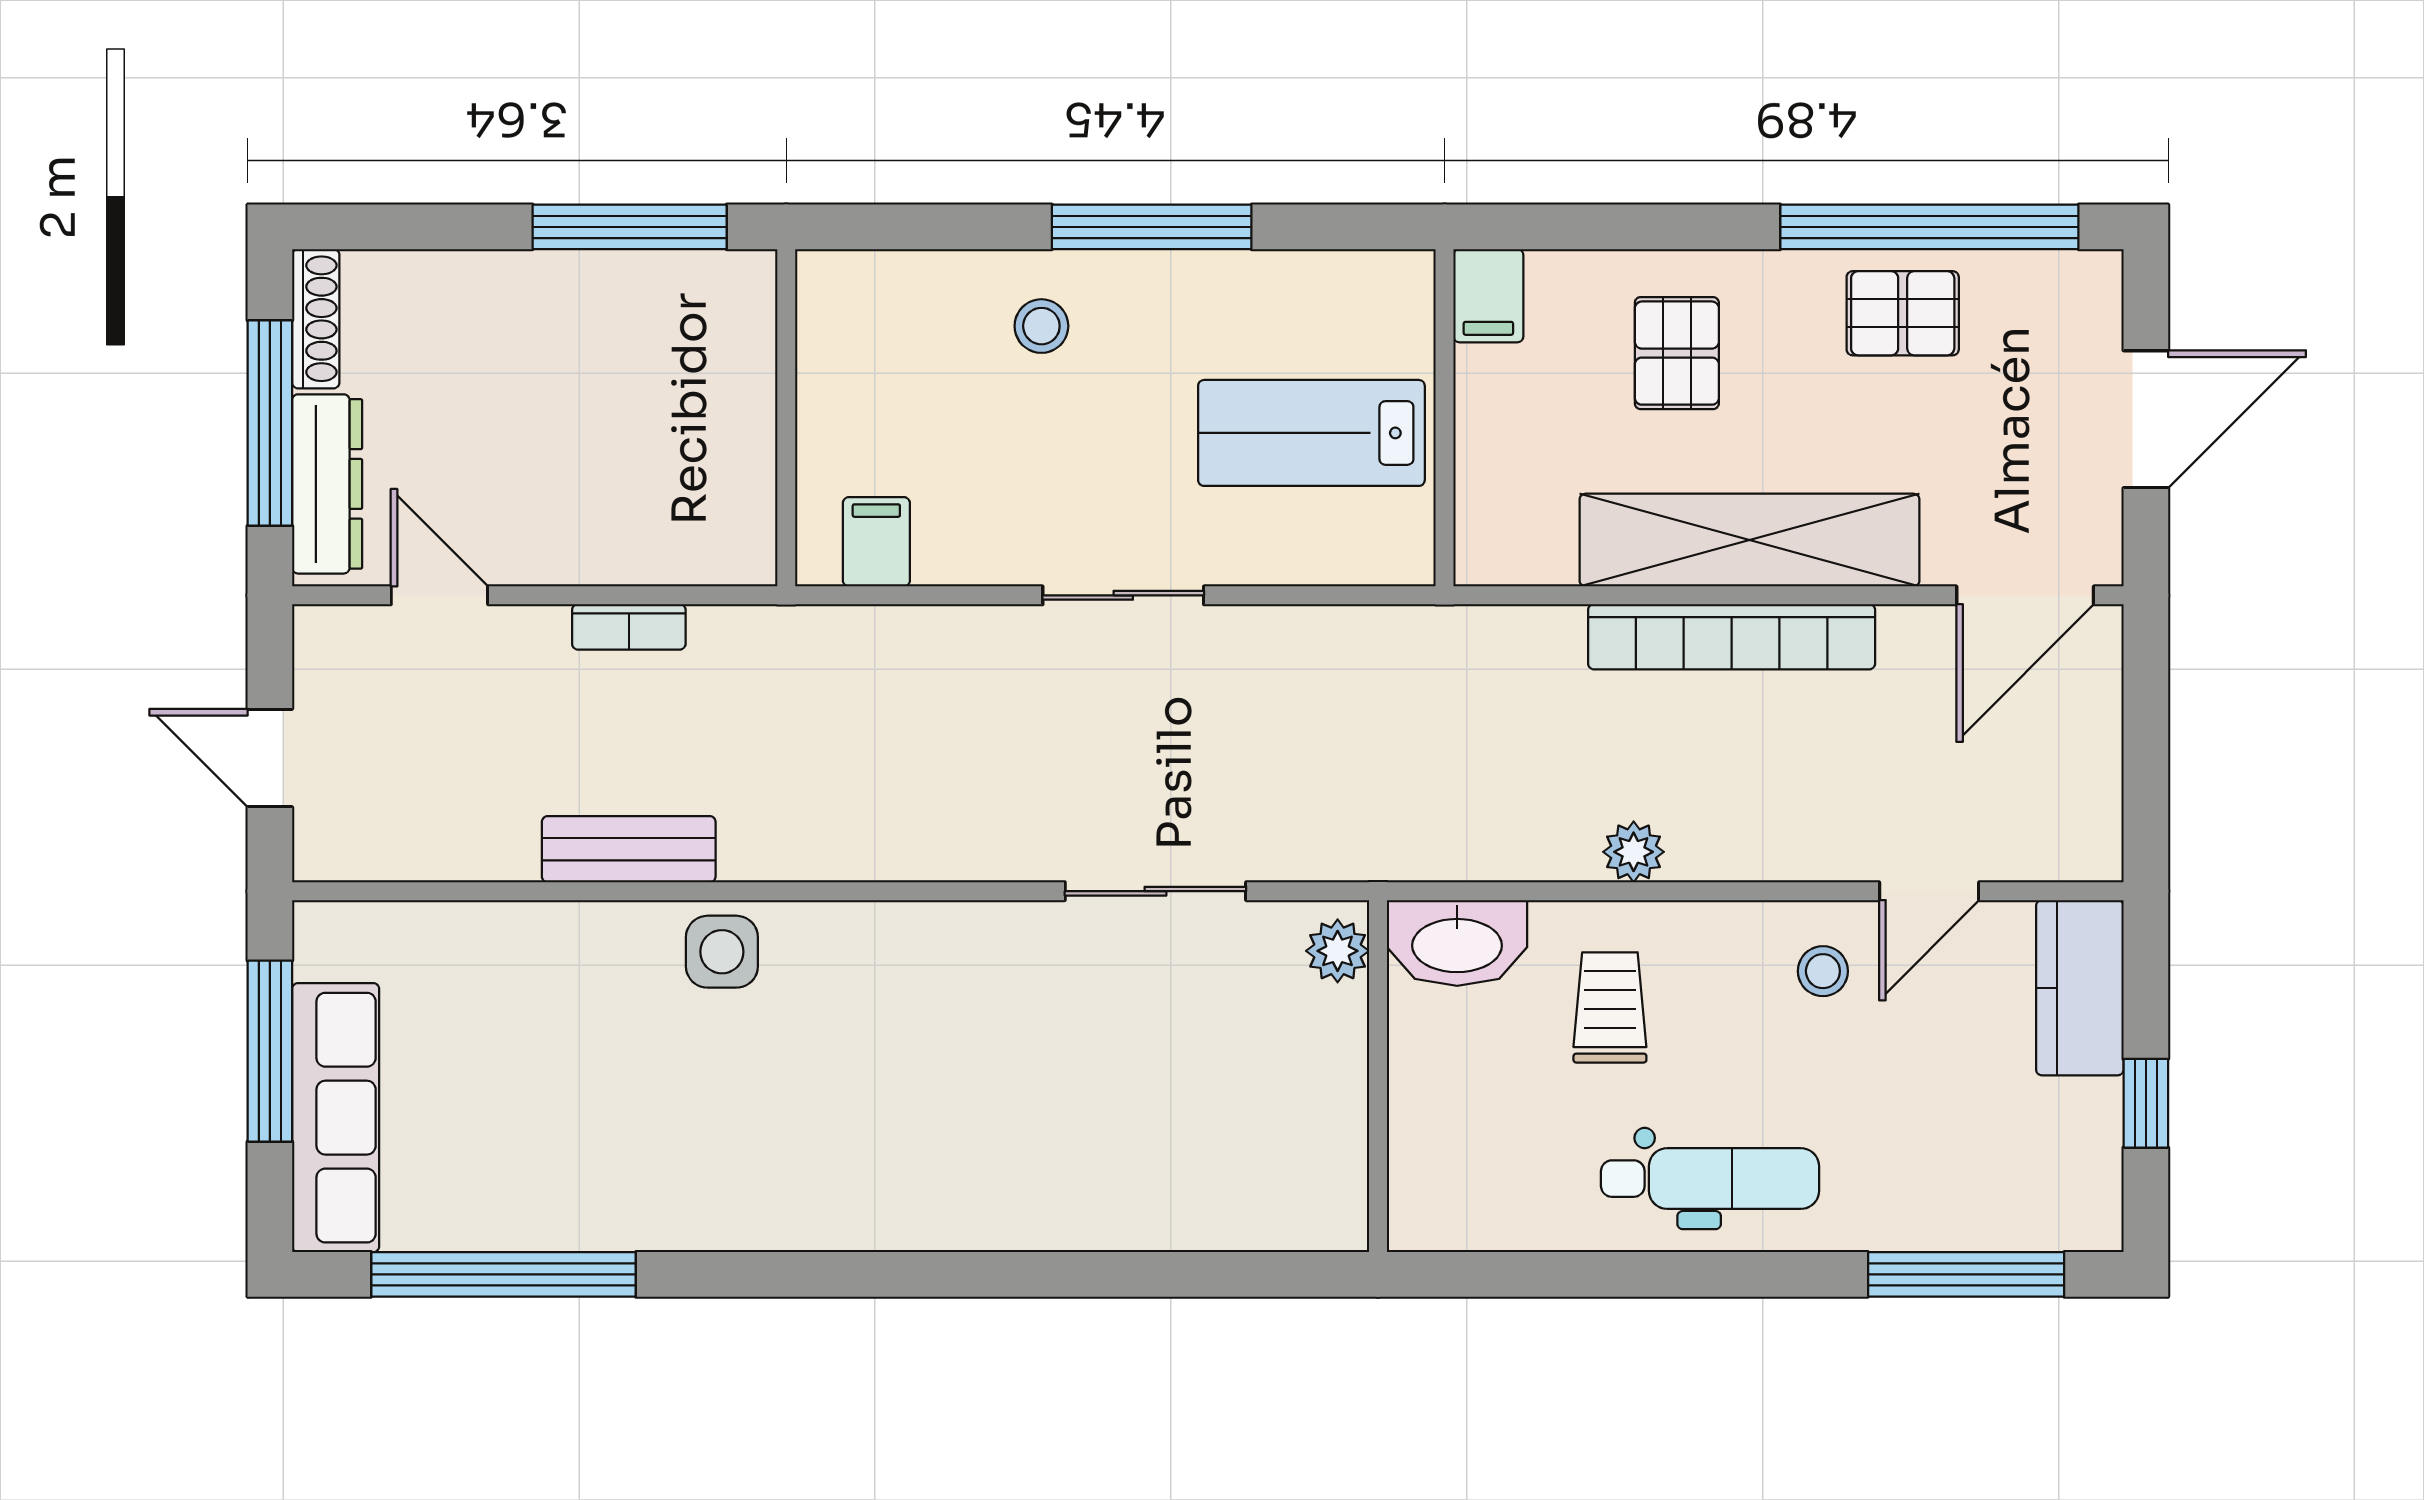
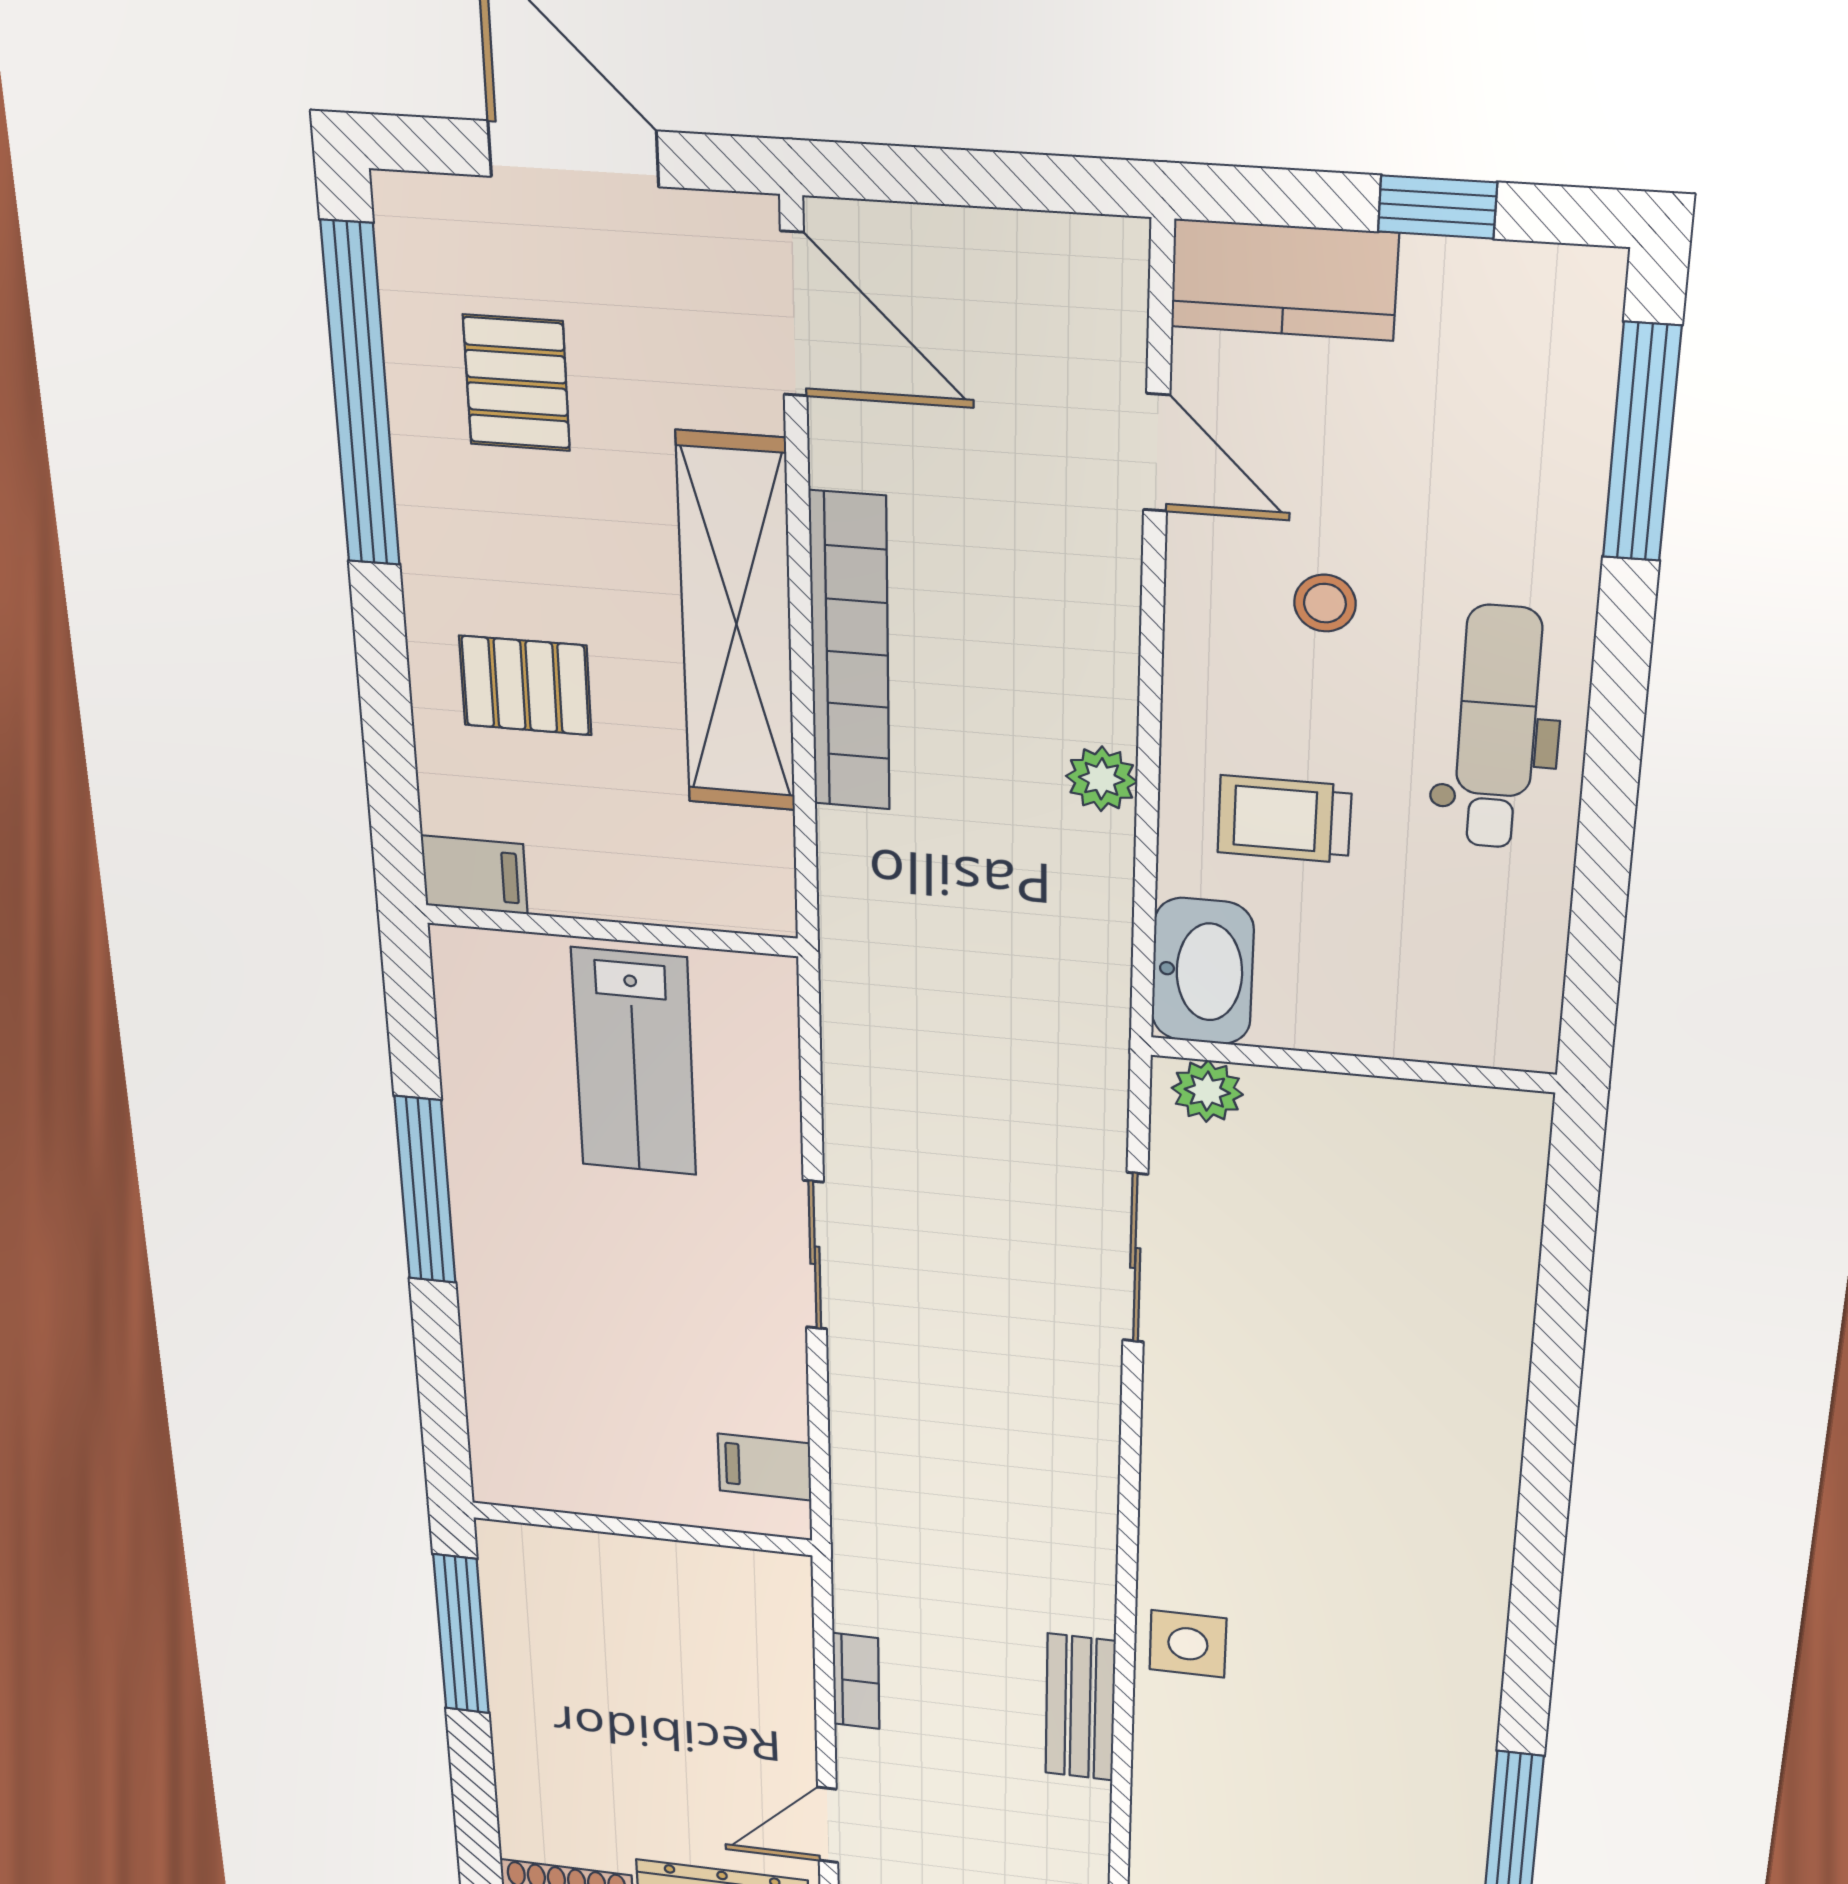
pallet: (1903, 313) -> (517, 383), moved
stool: (1041, 326) -> (535, 1300), removed
stool: (1823, 971) -> (1325, 603), moved

